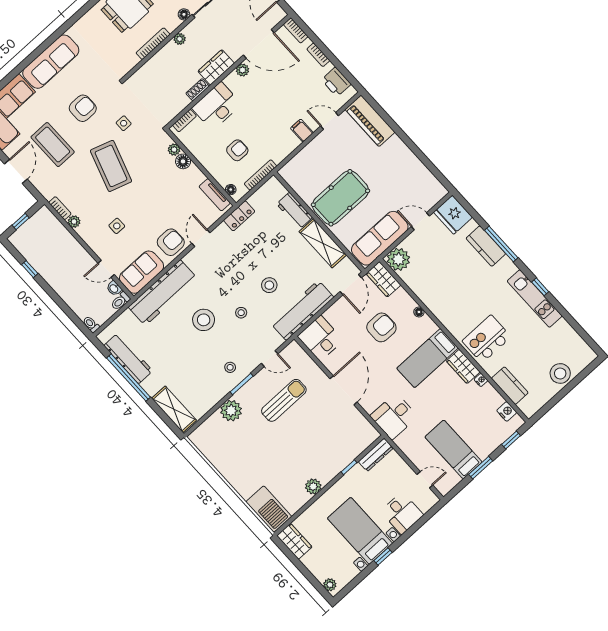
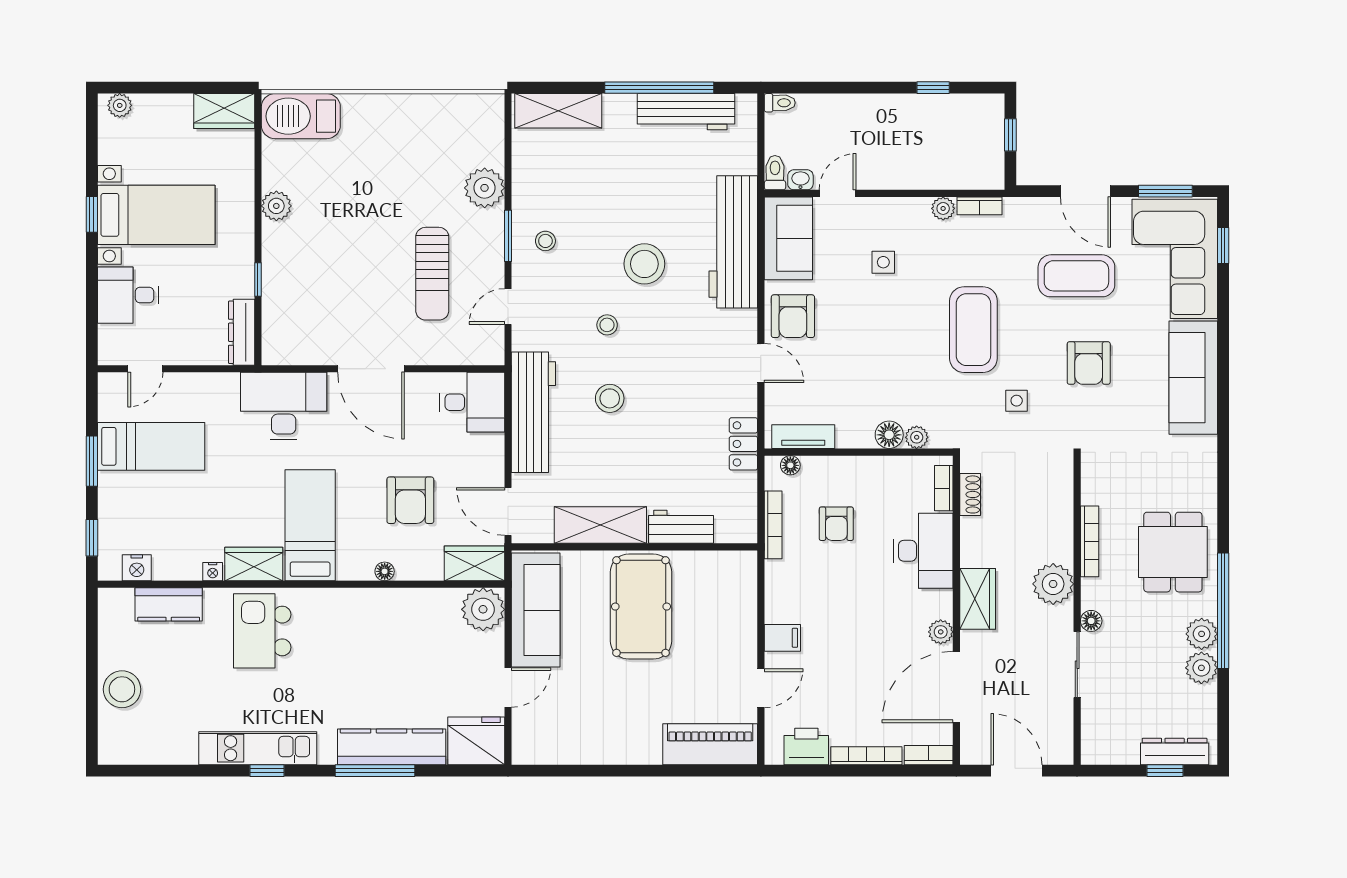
plant: (180, 39) -> (1053, 584), width x1.88, depth x1.88
bookcase: (318, 55) -> (866, 756), width x1.56
shoe rack: (198, 90) -> (970, 494), moved
coffee table: (111, 166) -> (973, 330), turned 72
kitchen counter: (486, 246) -> (392, 747), width x1.50
kitchen island: (487, 339) -> (262, 631), turned 180
desk: (394, 416) -> (284, 406), width x1.37

